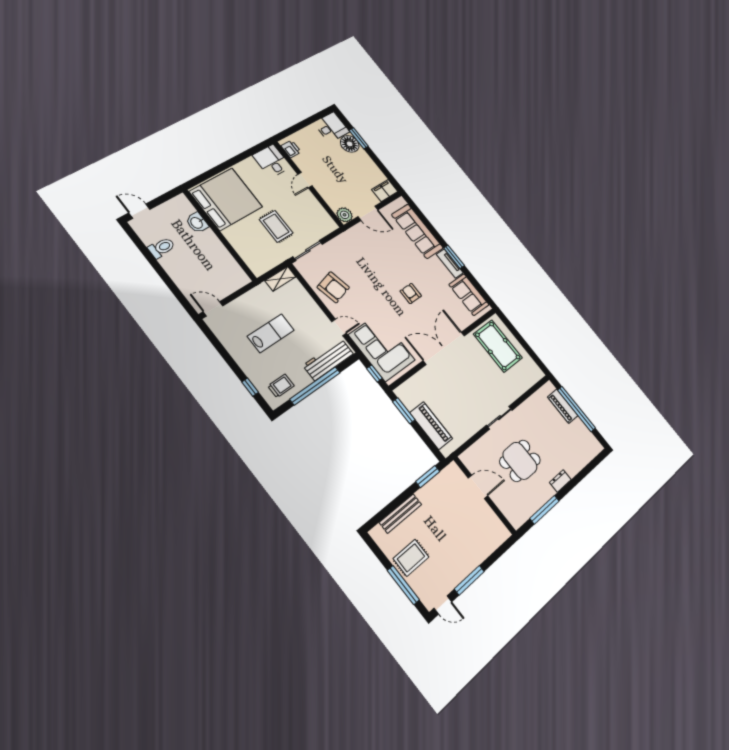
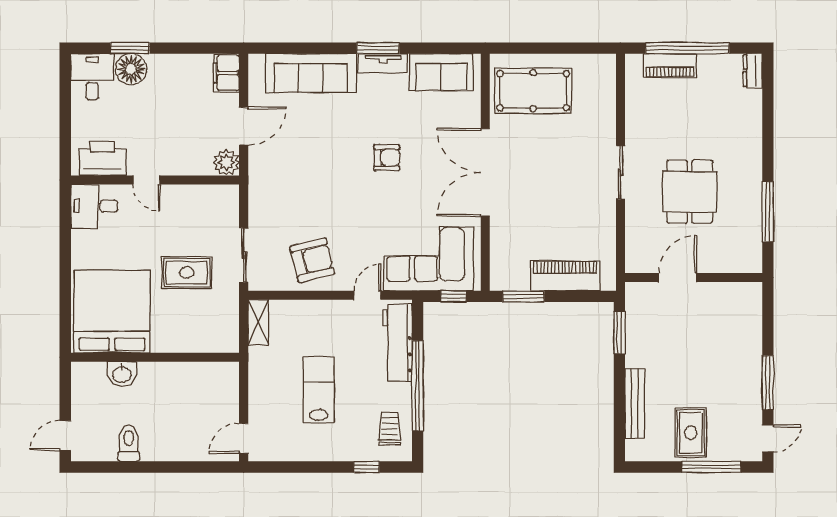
printer: (291, 149) -> (103, 159), width x1.87, depth x1.48
armchair: (411, 293) -> (387, 158), turned 180
dresser: (560, 481) -> (753, 71), moved

